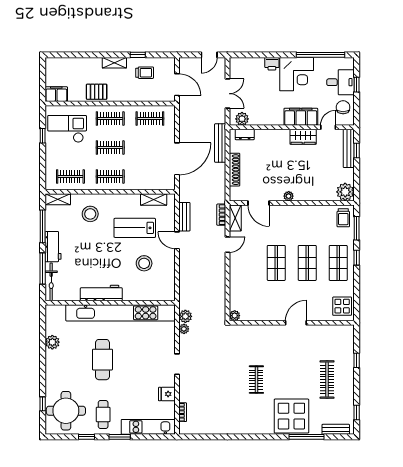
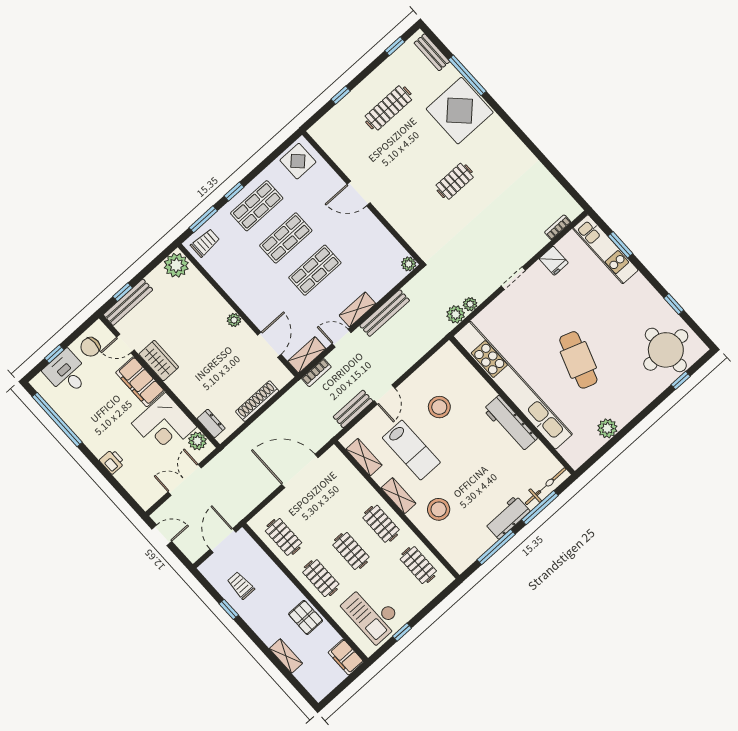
shelving: (114, 63) -> (286, 656), moved
corner desk: (297, 74) -> (164, 425), moved, turned 180
bench: (220, 143) -> (385, 313), moved
shelving: (58, 199) -> (398, 496), moved
shelving: (235, 267) -> (357, 310), added
cafe table: (102, 360) -> (578, 360), turned -71
cafe table: (103, 415) -> (635, 308), removed
window: (120, 437) -> (620, 245), moved

